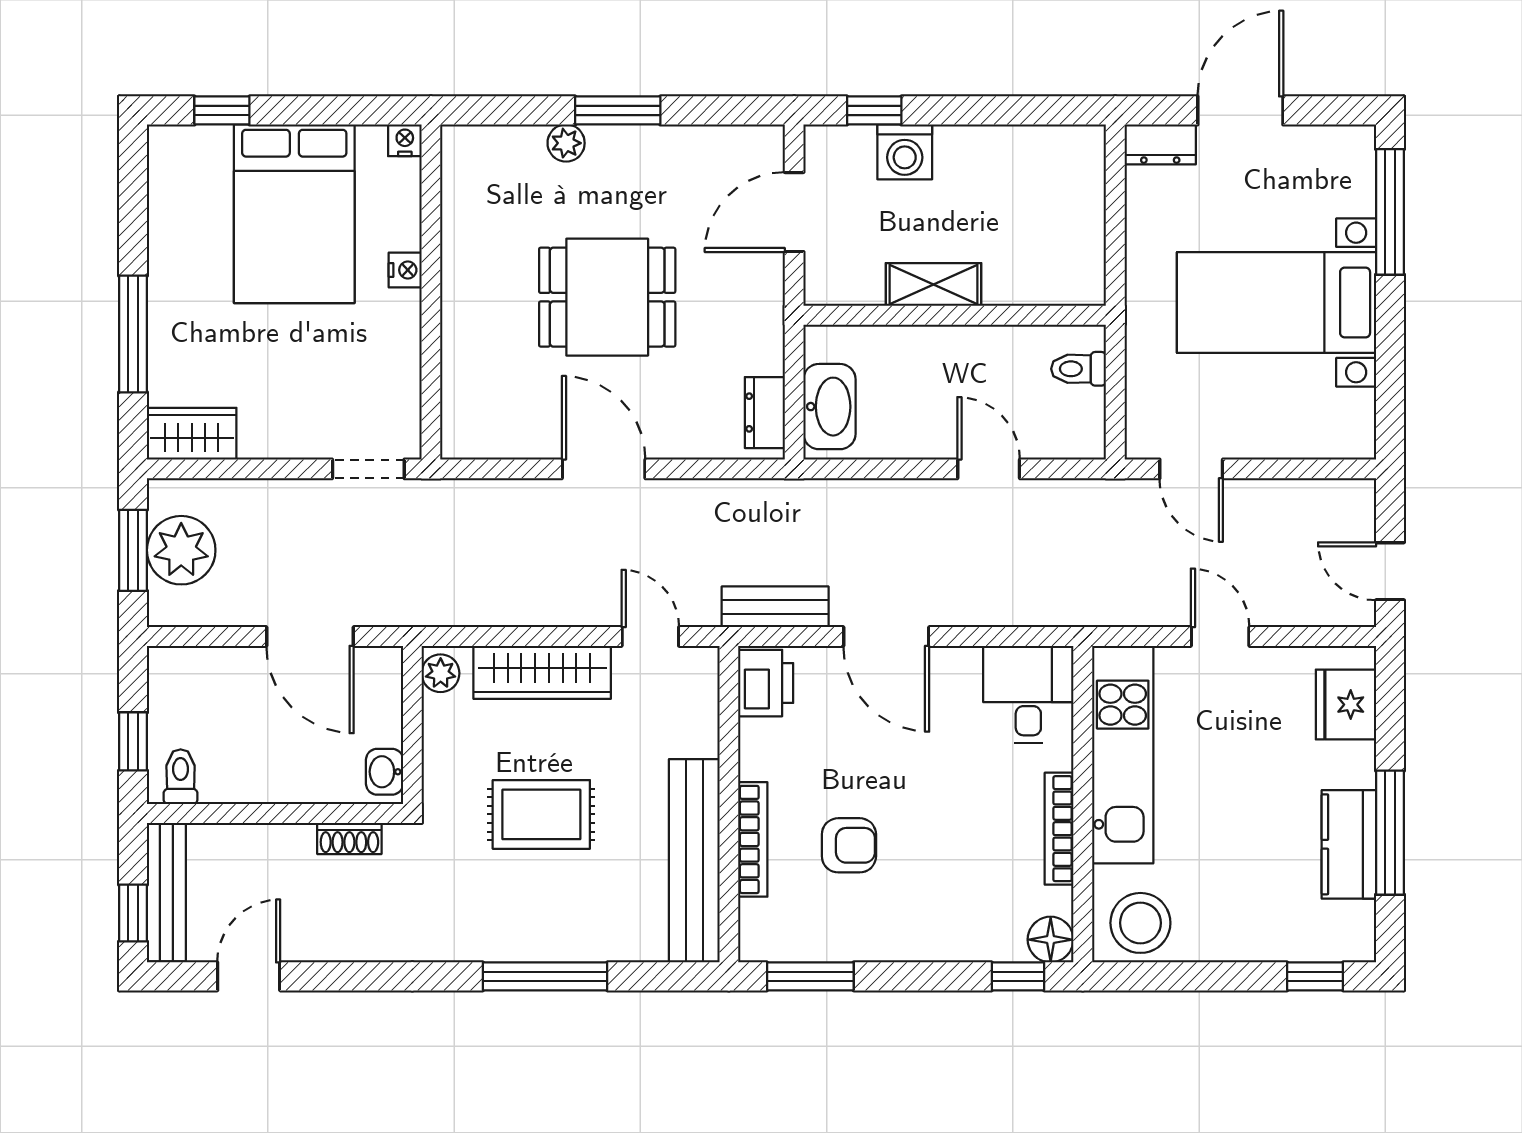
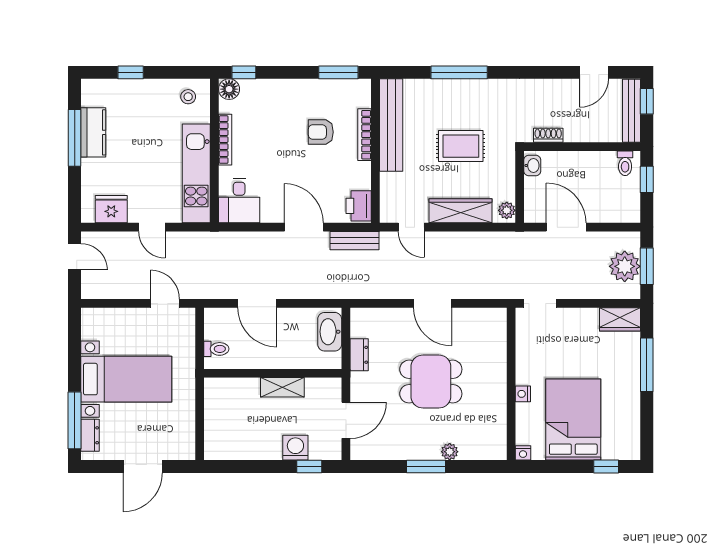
dresser: (1160, 144) -> (90, 435), moved, turned 90
dresser: (765, 413) -> (359, 355), moved
door: (989, 469) -> (257, 303), width x1.38
fridge: (1346, 705) -> (111, 209), moved, turned -90
stool: (1140, 923) -> (188, 97), width x0.53, depth x0.53
window: (1315, 976) -> (131, 72), moved

